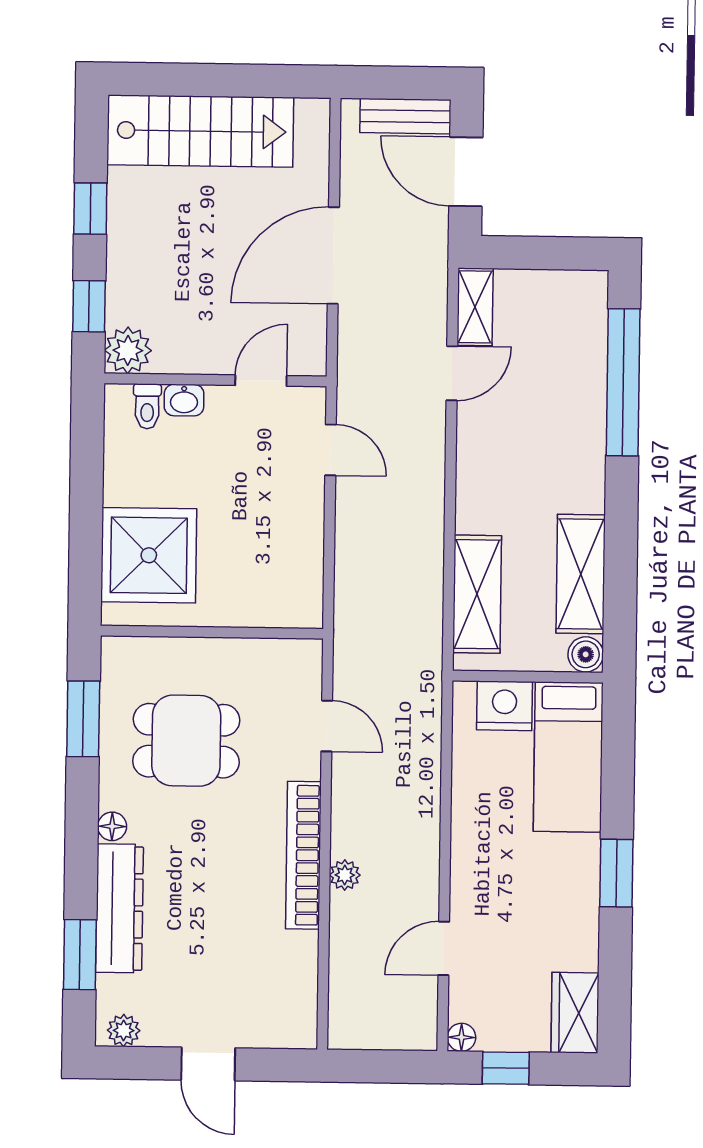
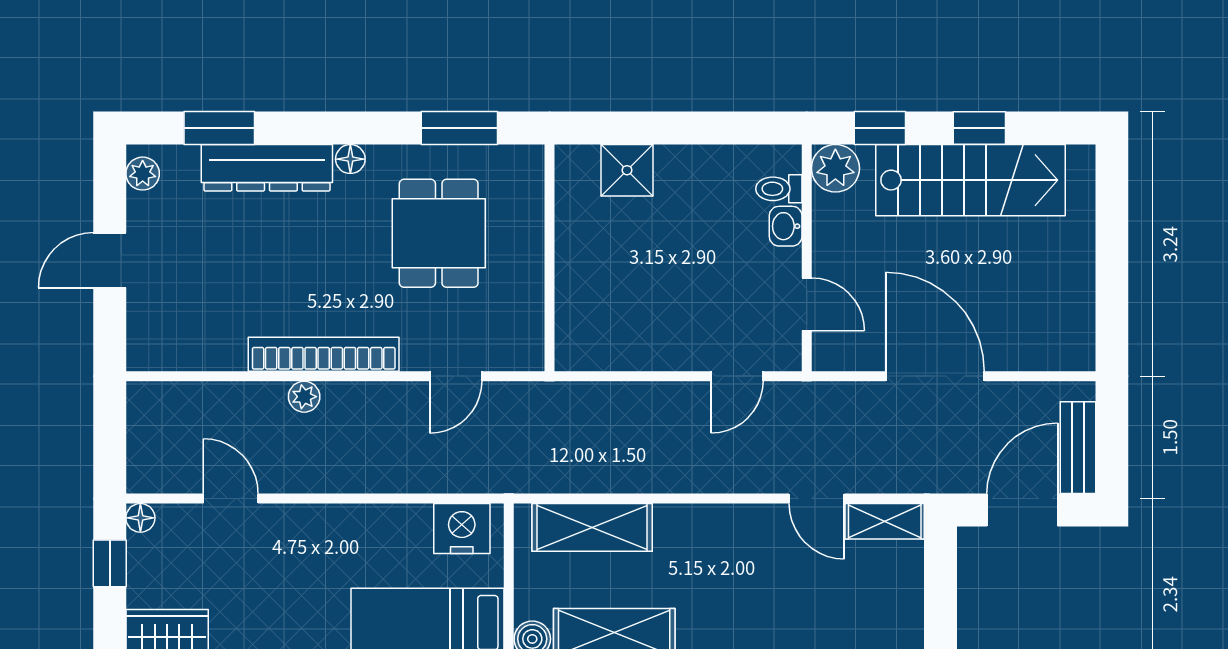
stairs: (200, 131) -> (970, 180), moved, turned -90
shower: (149, 555) -> (627, 170), width x0.54, depth x0.54
nightstand: (504, 706) -> (462, 529), moved, turned -90

